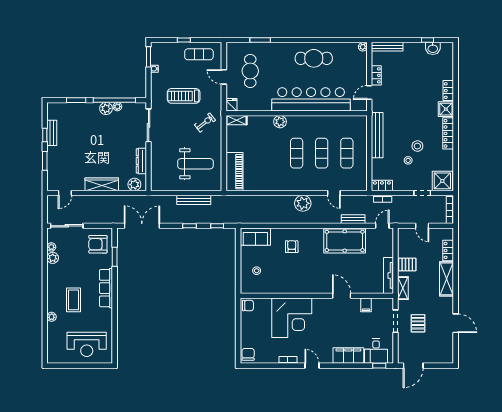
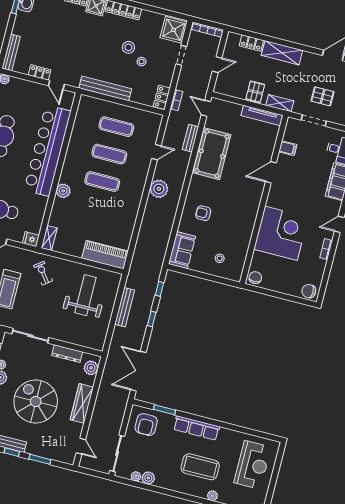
spiral stairs: (93, 144) -> (36, 402), added
coffee table: (74, 300) -> (200, 467), width x1.36, depth x1.32

